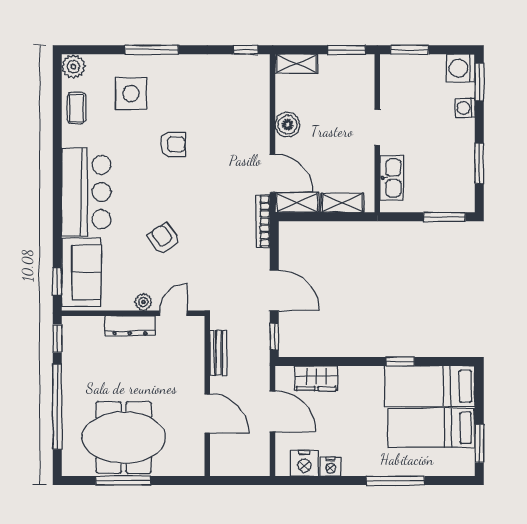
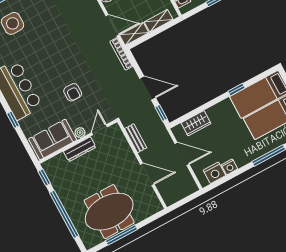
armchair: (173, 144) -> (50, 39), removed
armchair: (164, 239) -> (73, 92), turned -145
sofa: (81, 272) -> (53, 139), moved, turned -90
window: (57, 281) -> (13, 120), moved

